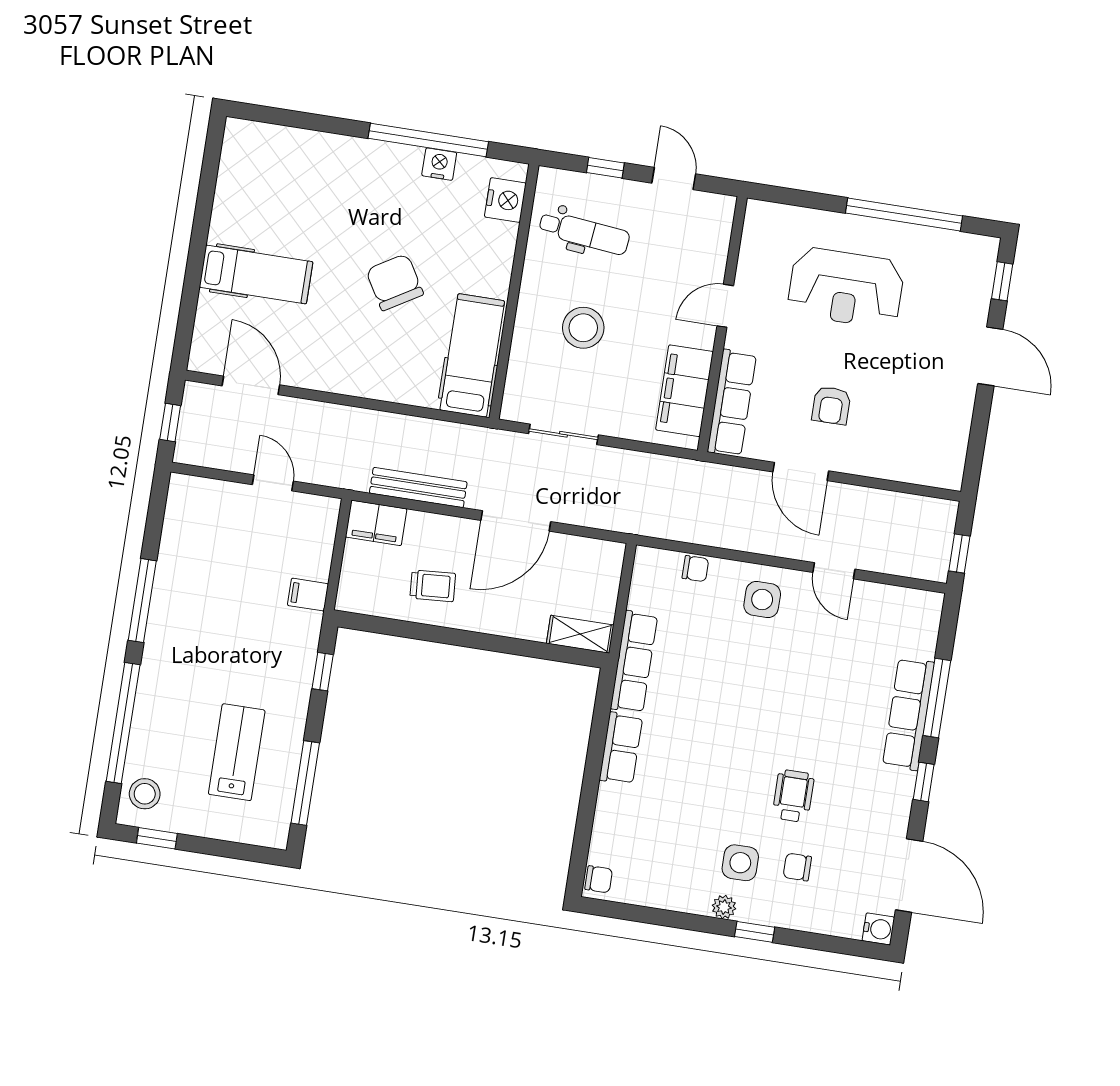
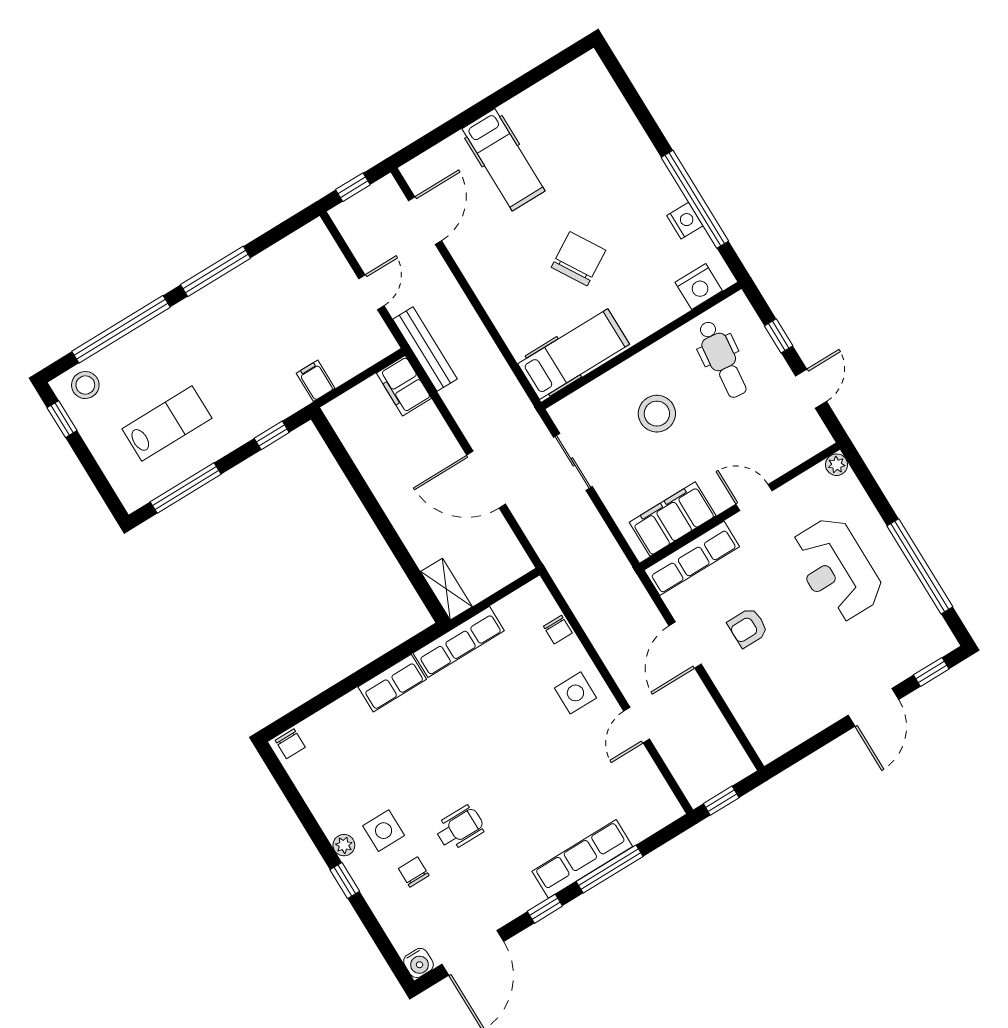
plant: (757, 212) -> (837, 465), added
bench: (418, 488) -> (425, 349), moved
trolley: (433, 586) -> (394, 461), removed

